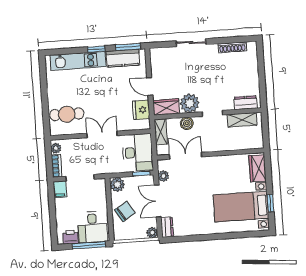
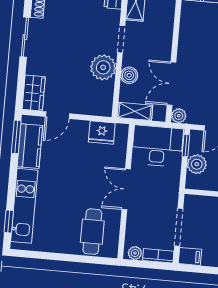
sliding door: (191, 43) -> (25, 37), moved
window: (96, 49) -> (9, 221), moved
door: (150, 86) -> (57, 115), moved
wardrobe: (166, 107) -> (34, 93), moved, turned 180
plant: (163, 176) -> (179, 116), moved
plant: (117, 185) -> (197, 164), moved

